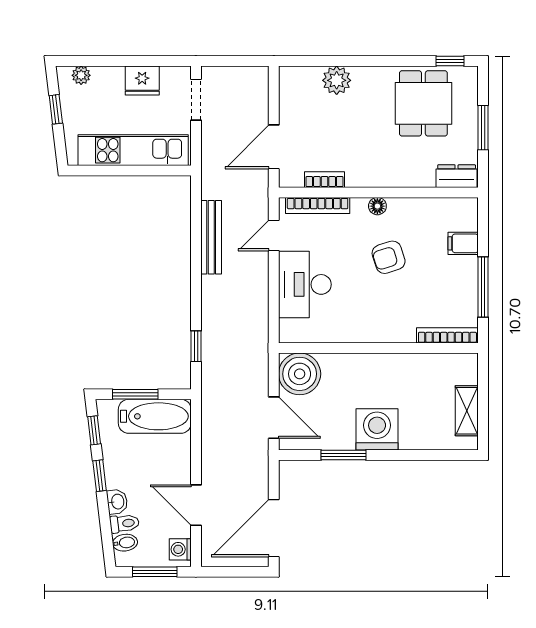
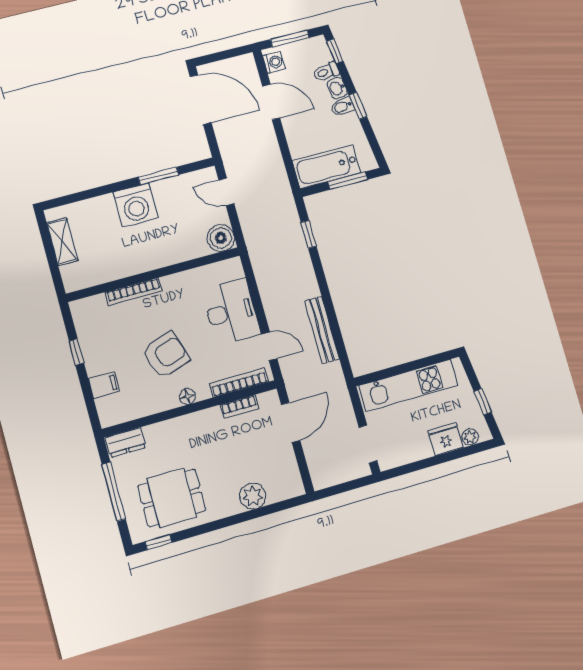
fridge: (142, 81) -> (445, 439), moved
dining table: (423, 103) -> (172, 498), turned 90
window: (483, 128) -> (114, 492), width x1.44
door: (274, 235) -> (269, 346), hinge flipped
armchair: (389, 257) -> (166, 355), width x1.38, depth x1.38
window: (483, 287) -> (76, 352), width x0.46
bookcase: (447, 335) -> (134, 292), moved
boiler: (300, 374) -> (221, 238), width x0.73, depth x0.73
door: (274, 418) -> (226, 192), width x0.73
window: (94, 430) -> (335, 51), moved
door: (274, 528) -> (201, 100), hinge flipped
bidet: (125, 543) -> (342, 107), moved

